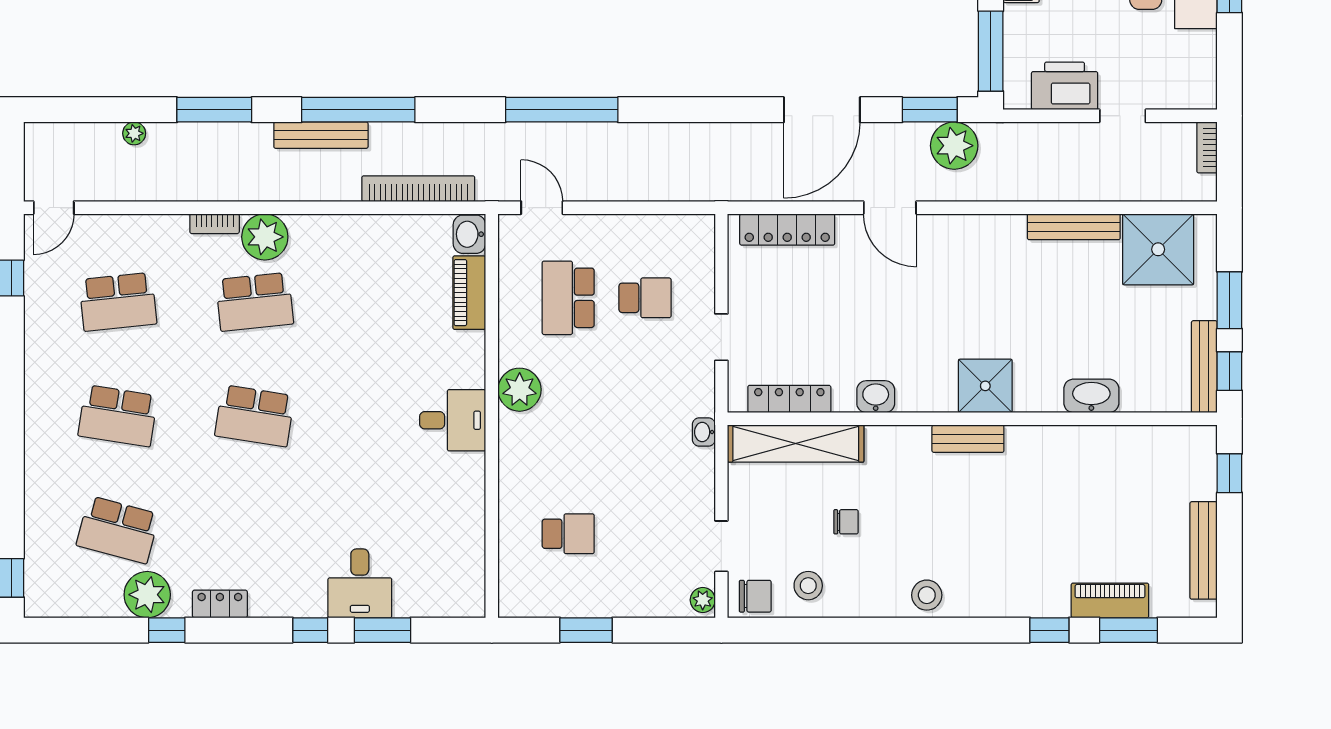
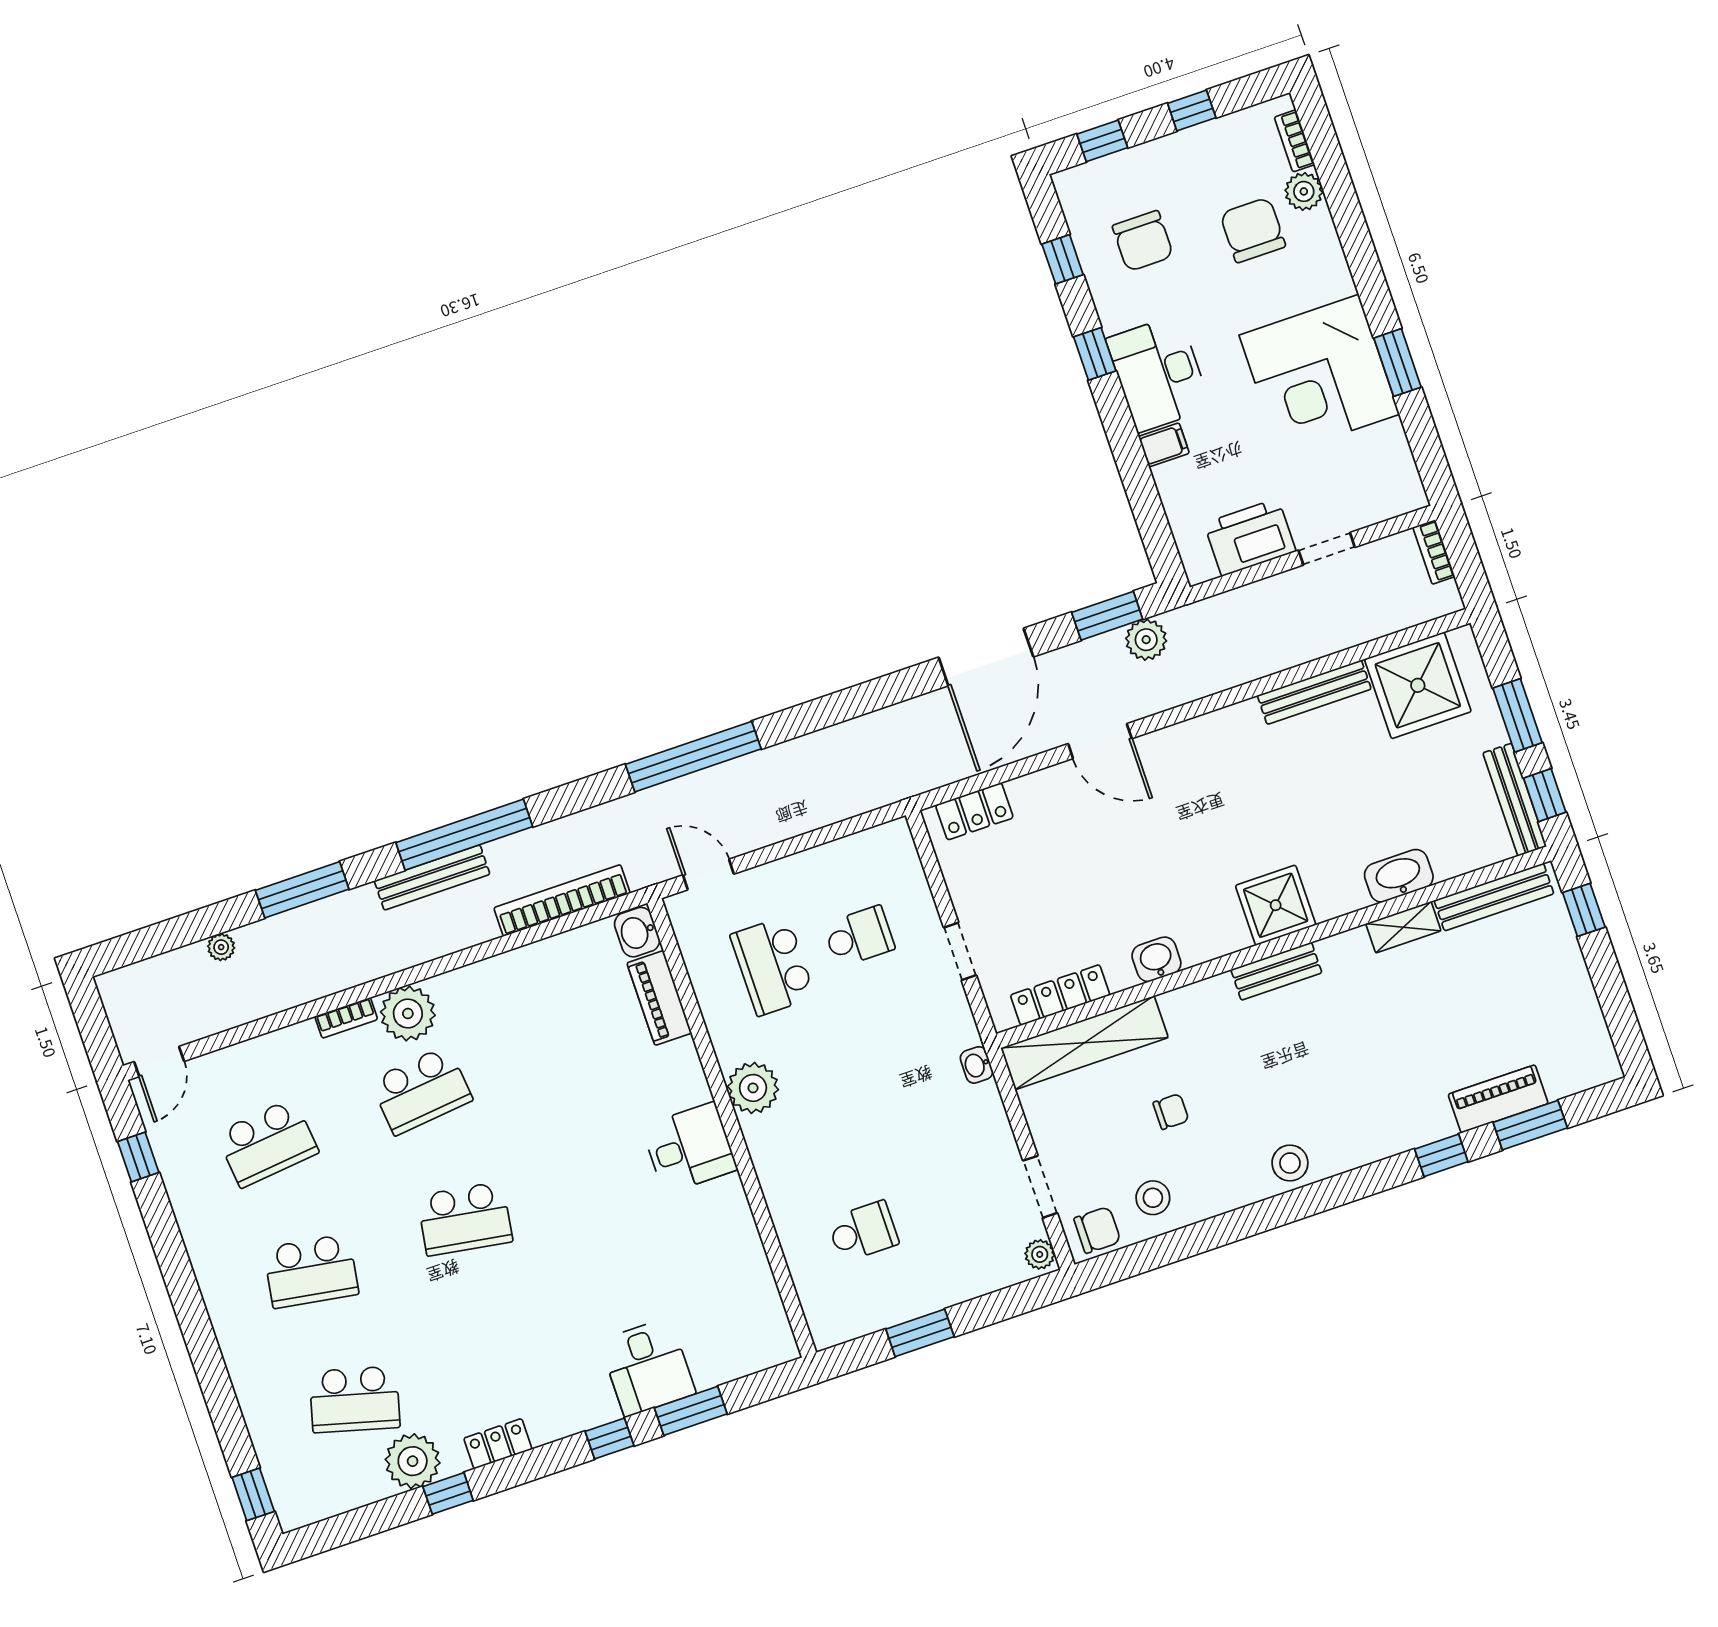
window: (991, 51) -> (1154, 526), removed
plant: (954, 146) -> (1146, 640), width x0.73, depth x0.73
locker: (787, 229) -> (974, 811), width x0.66
shelving: (1081, 438) -> (1403, 927), added
bench: (1204, 550) -> (1494, 897), moved, turned 90

